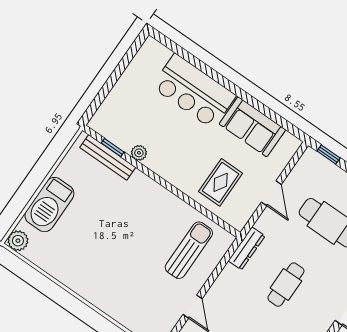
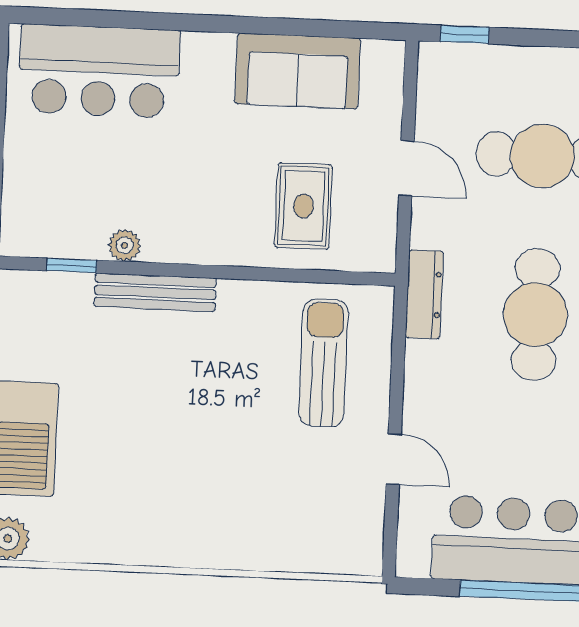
bar counter: (194, 91) -> (99, 71), moved
bench: (108, 157) -> (155, 292), moved
cafe table: (286, 285) -> (535, 315), width x1.37, depth x1.35

